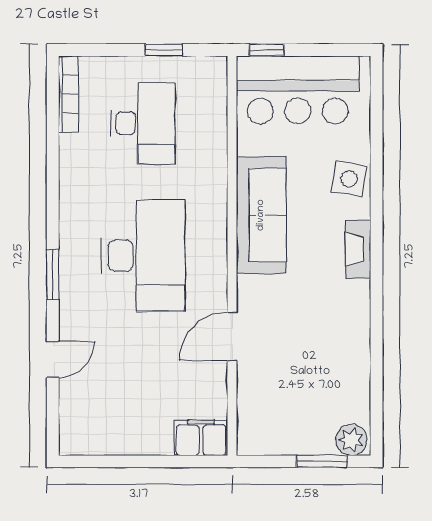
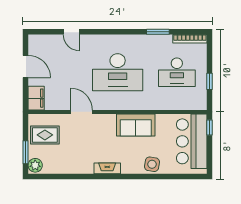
sofa: (261, 215) -> (136, 125), width x0.73
fireplace: (358, 249) -> (107, 168), moved
window: (53, 274) -> (158, 32), moved
rug: (284, 418) -> (45, 135), added
door: (130, 461) -> (26, 66), added

